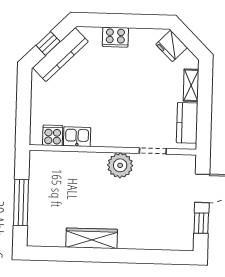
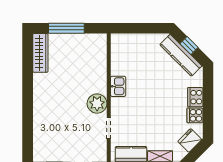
cooker: (53, 135) -> (195, 115), moved, turned 180
kitchen sink: (77, 137) -> (118, 86), moved
wardrobe: (92, 238) -> (40, 53), moved

